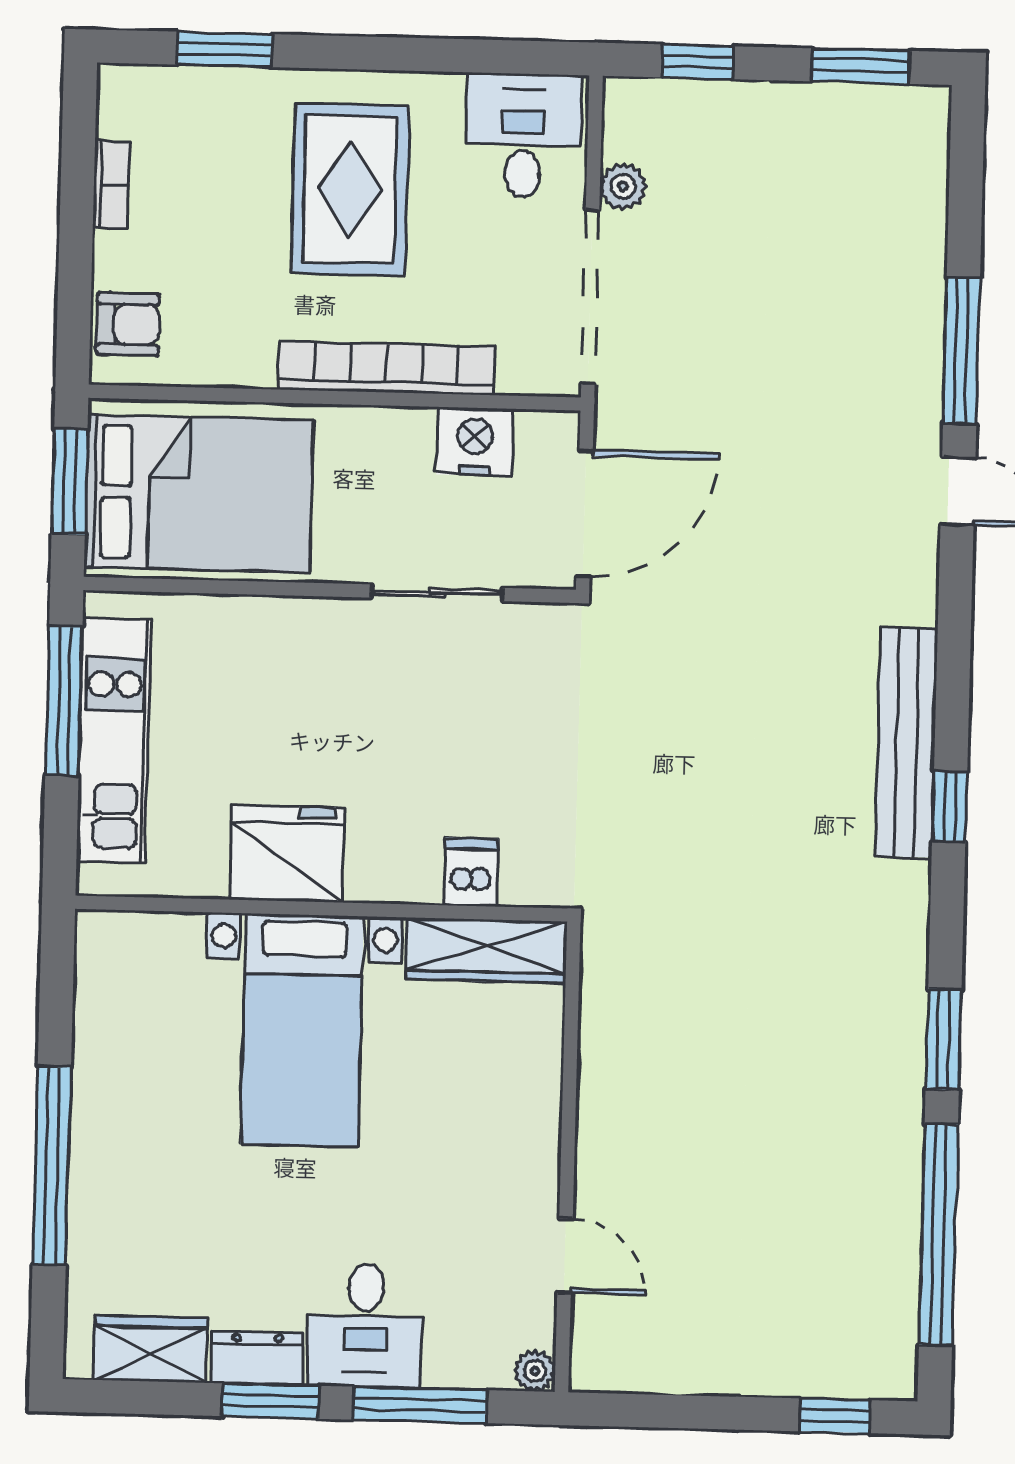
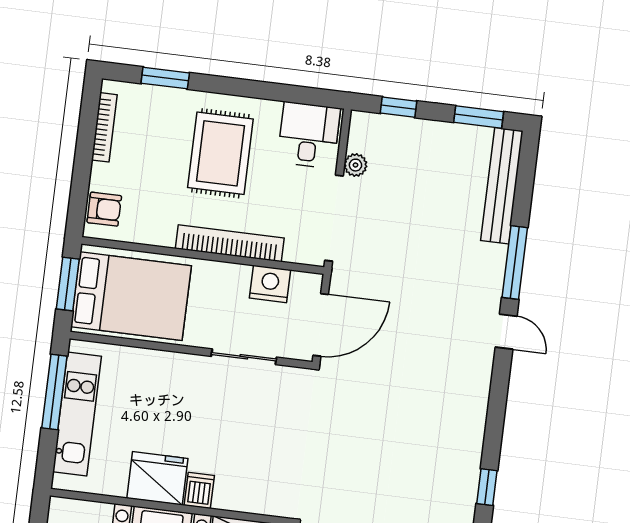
bookcase: (111, 185) -> (104, 127), width x1.56
bench: (906, 742) -> (502, 186), moved
dishwasher: (471, 872) -> (199, 490), moved

